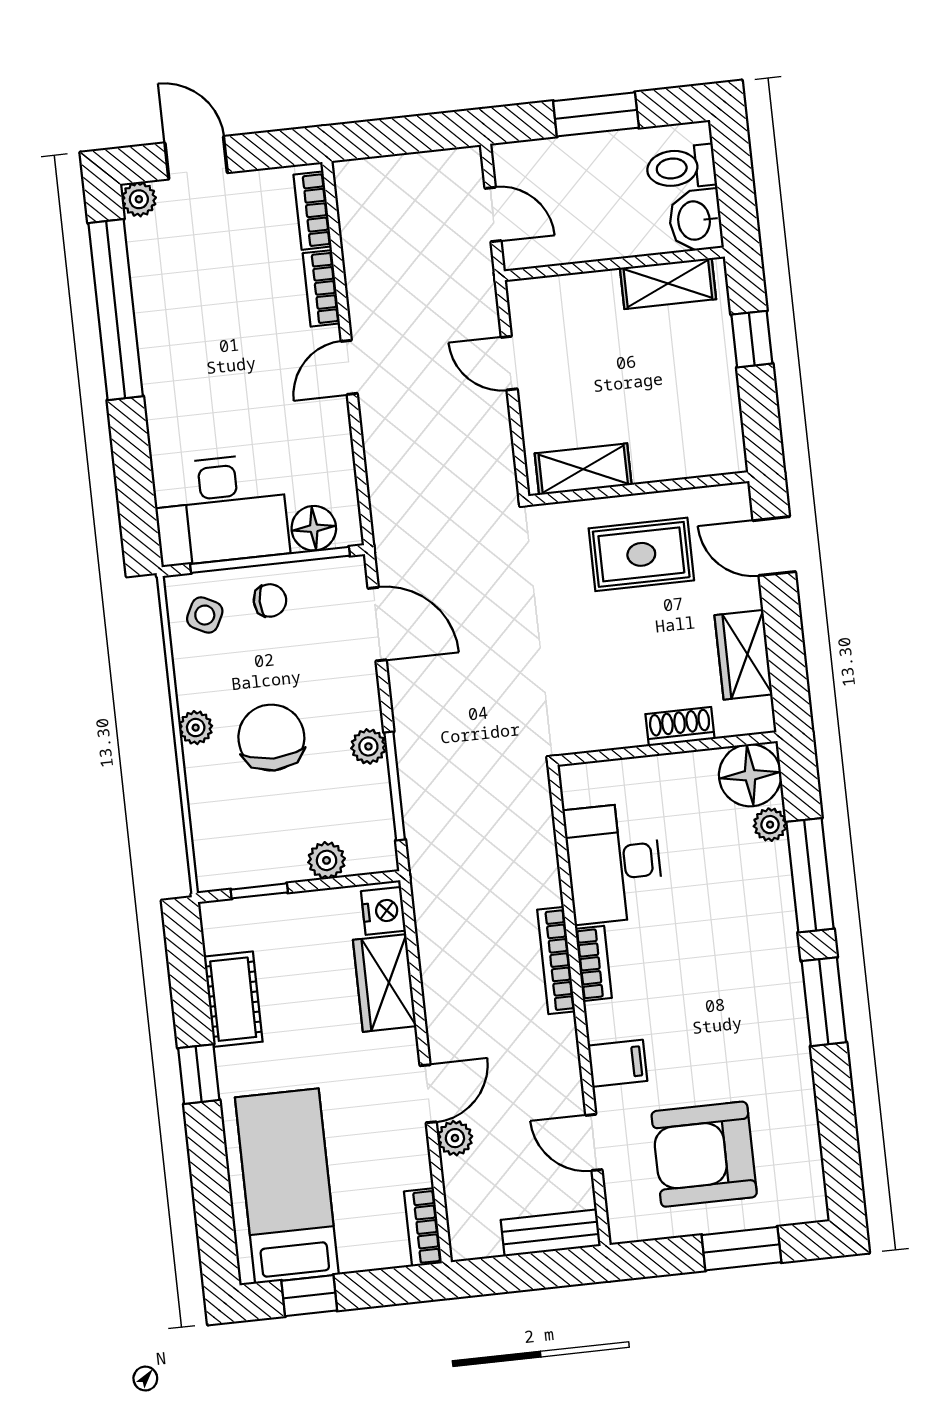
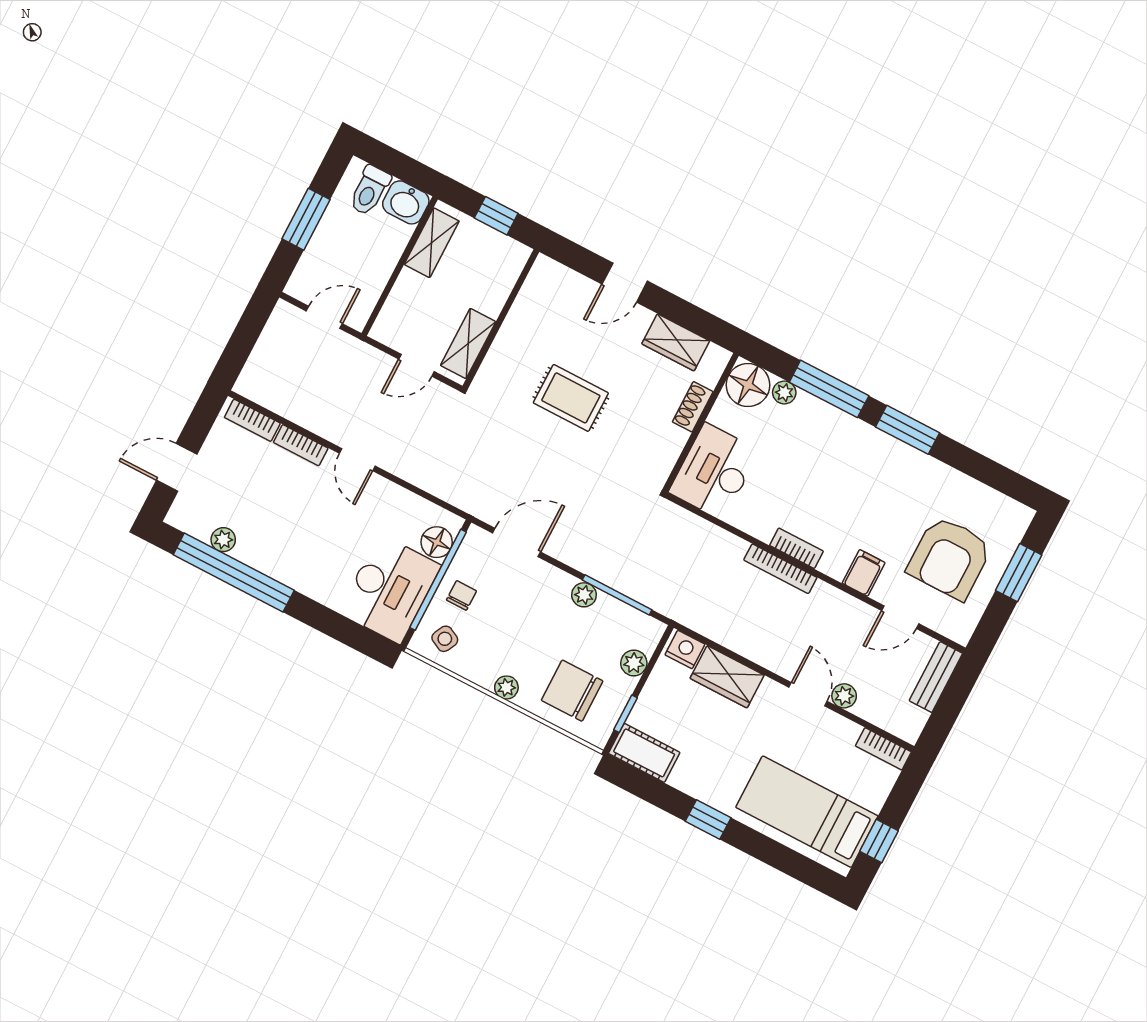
plant: (139, 199) -> (223, 540), moved
shelving: (583, 469) -> (468, 344), moved
wall: (639, 489) -> (501, 319), moved
rug: (641, 554) -> (571, 398), moved, turned 90
chair: (271, 738) -> (572, 691), moved
desk: (614, 863) -> (714, 471), moved, turned 90
cot: (233, 999) -> (644, 753), moved

